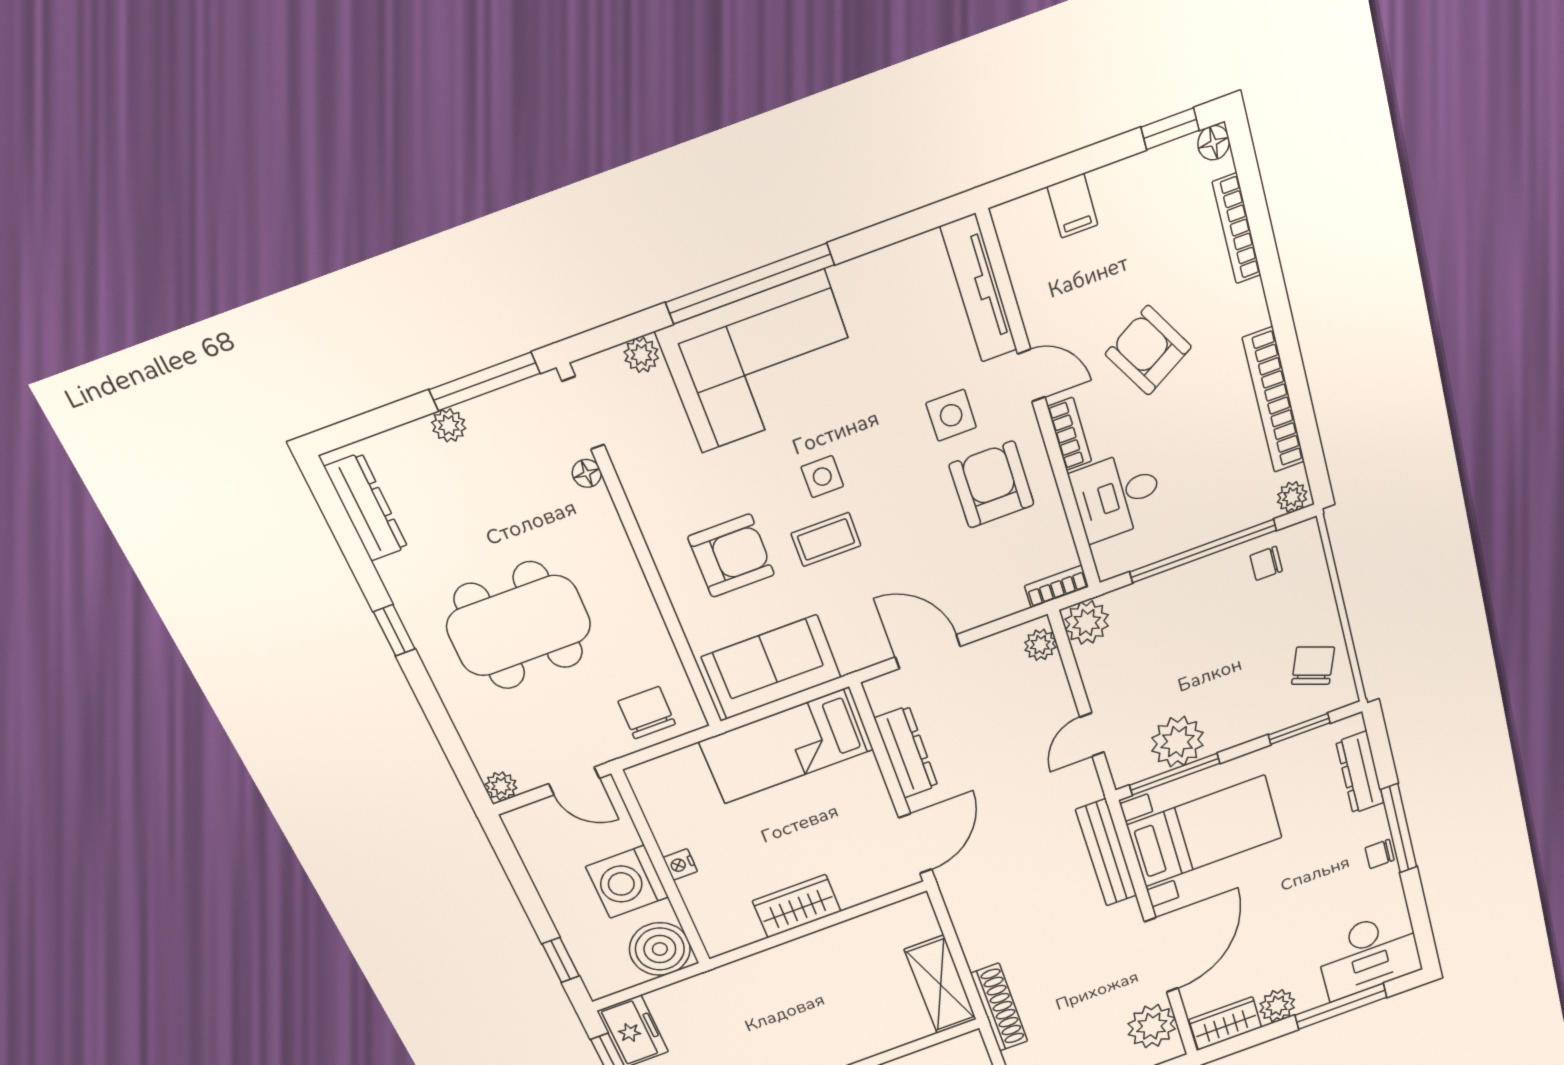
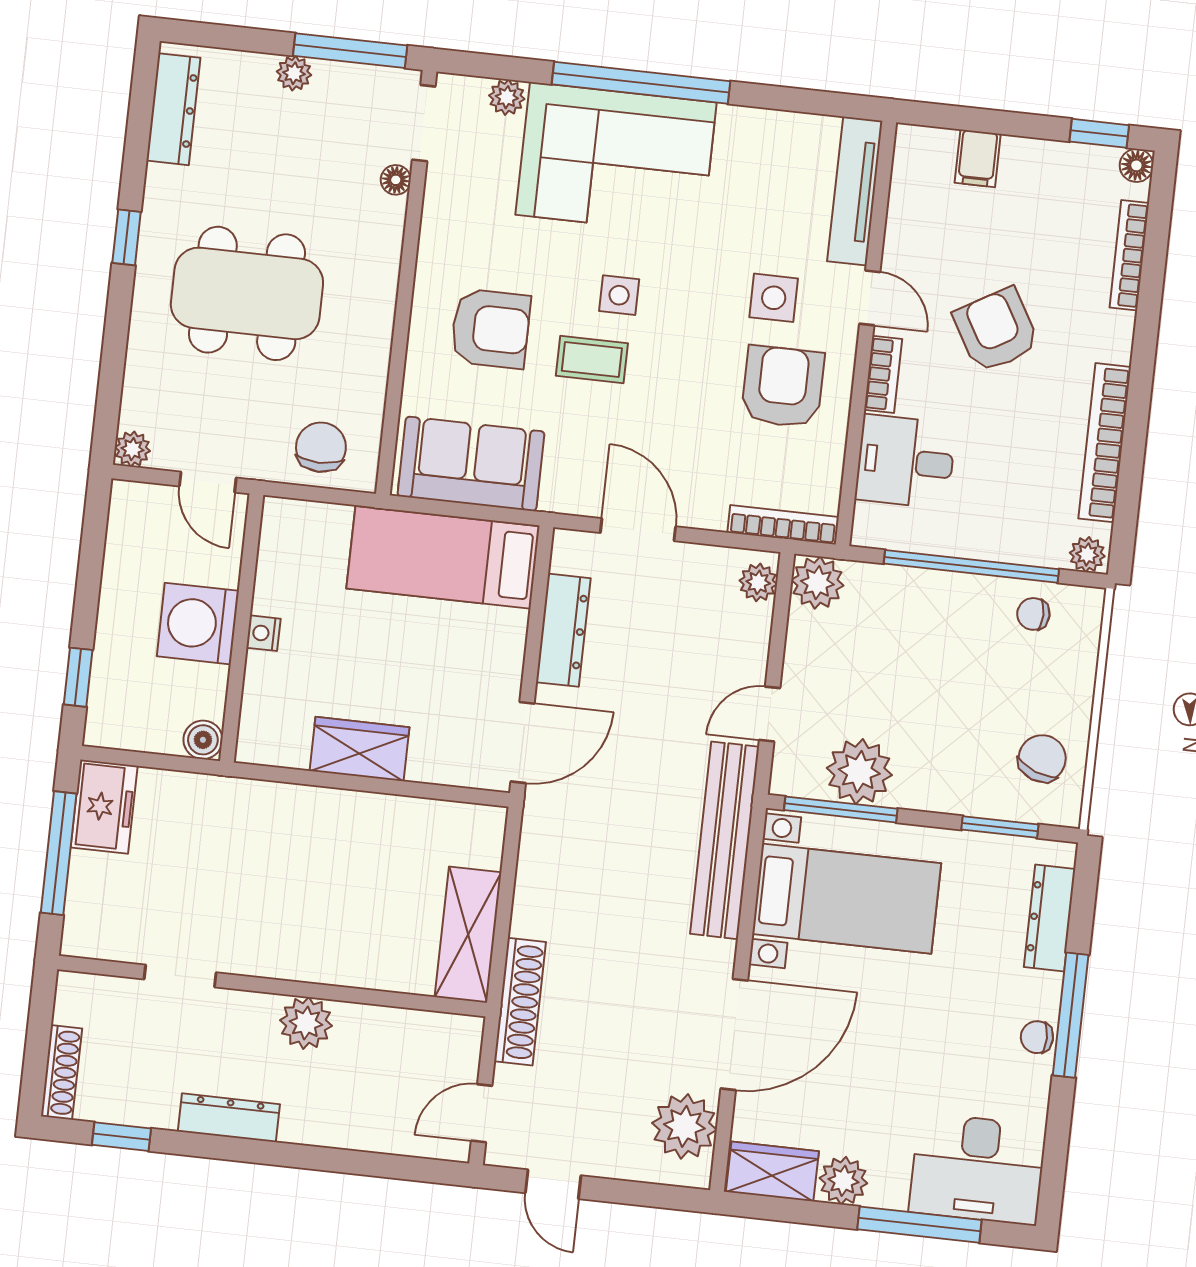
bookcase: (1057, 586) -> (783, 525), width x1.56
bench: (1106, 853) -> (725, 840), width x1.37, depth x1.21
boiler: (660, 949) -> (203, 740), width x0.54, depth x0.54

